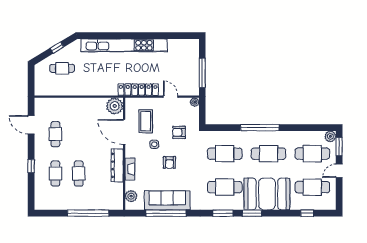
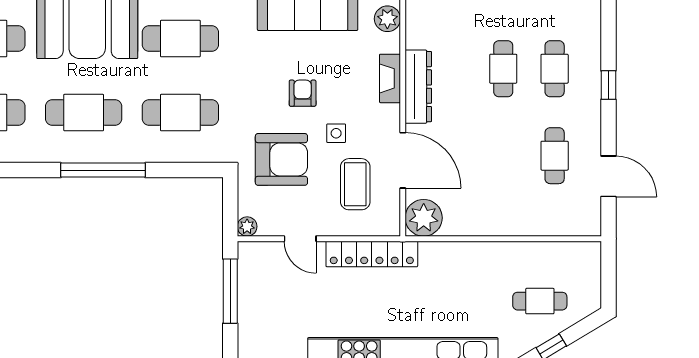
armchair: (179, 132) -> (281, 159), width x1.88, depth x1.88

